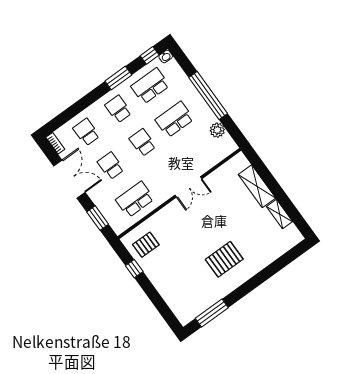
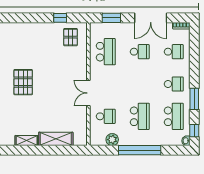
school desk: (143, 143) -> (106, 116), moved

